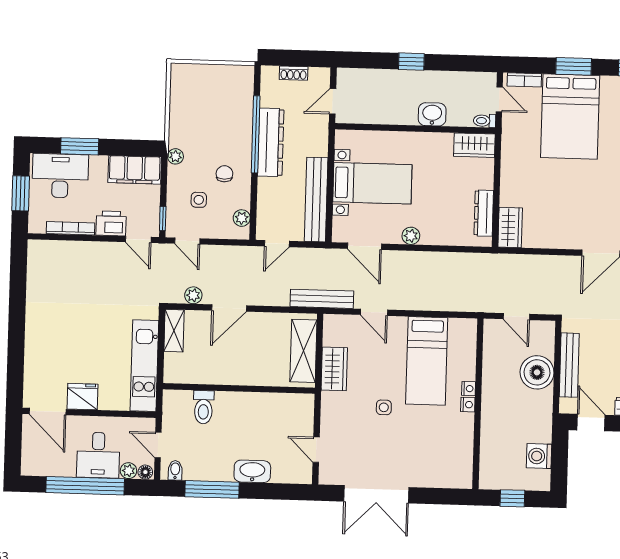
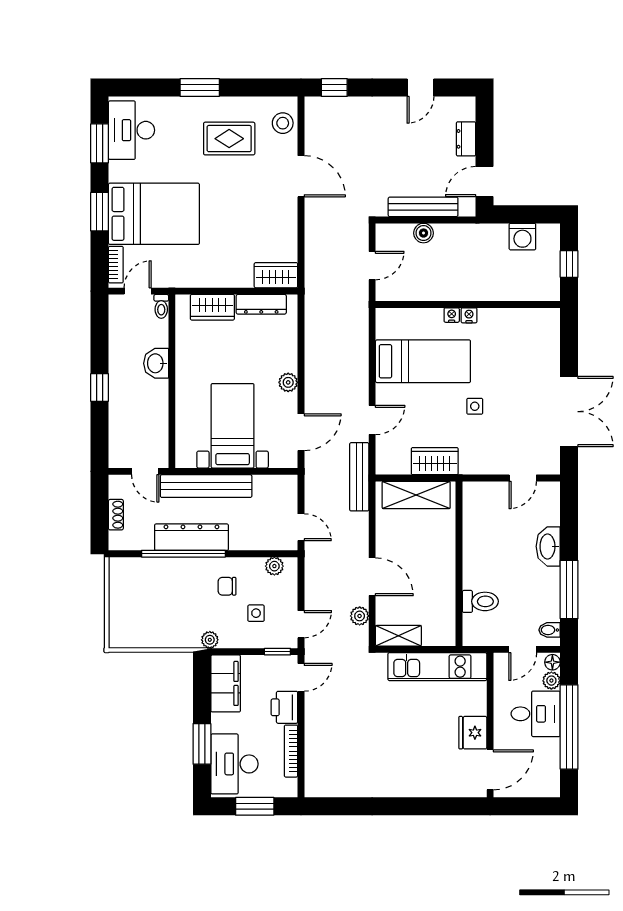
wardrobe: (474, 145) -> (212, 307), moved, turned 90
bench: (316, 200) -> (206, 486), moved
boiler: (537, 372) -> (423, 233), width x0.54, depth x0.54

